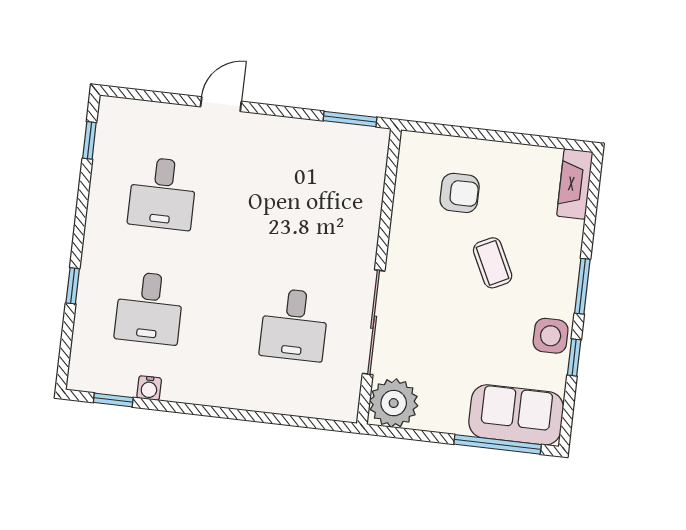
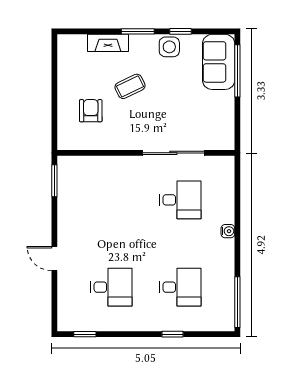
fireplace: (575, 184) -> (108, 43), moved
water cooler: (149, 388) -> (228, 231), moved
window: (113, 400) -> (237, 302), width x2.17
plant: (394, 403) -> (220, 135), removed

